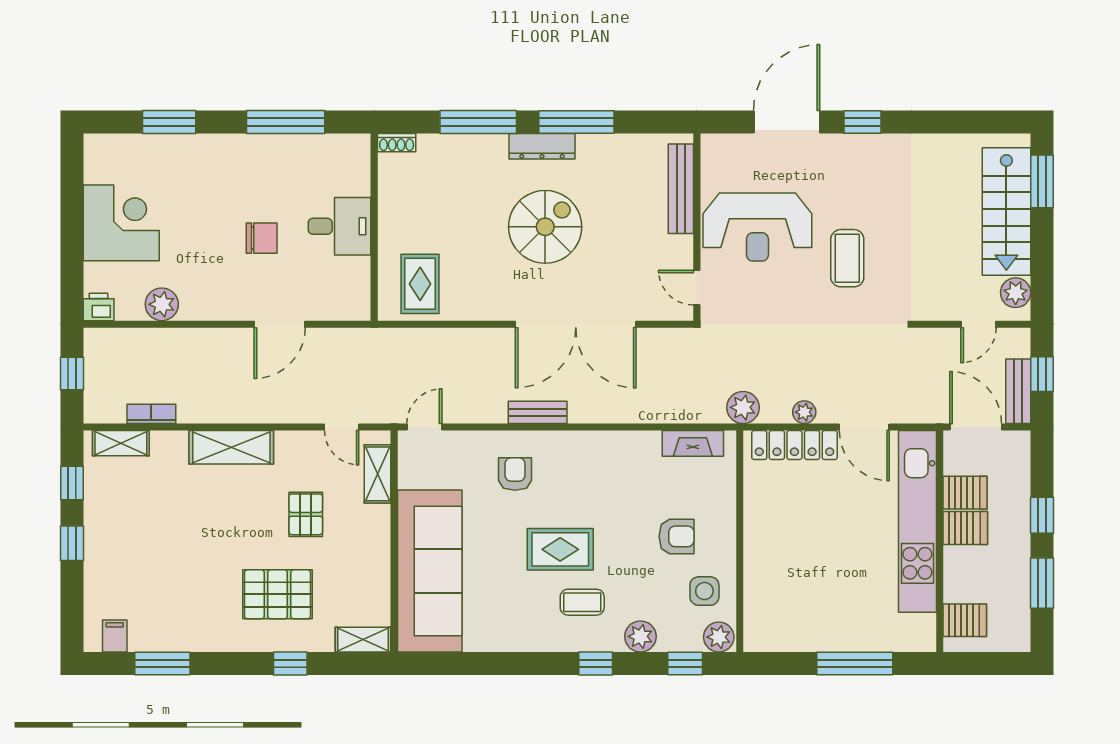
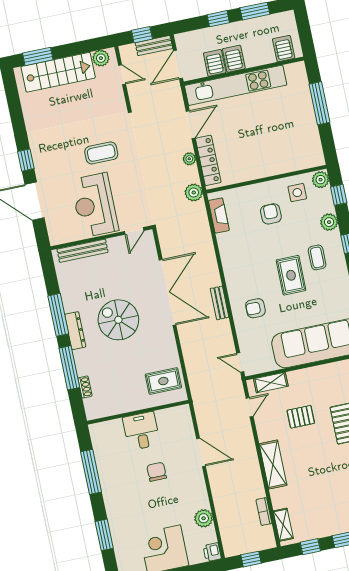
shoe rack: (397, 143) -> (85, 387), moved
reception desk: (757, 227) -> (95, 205), turned 180

